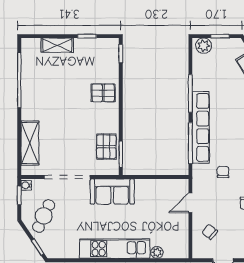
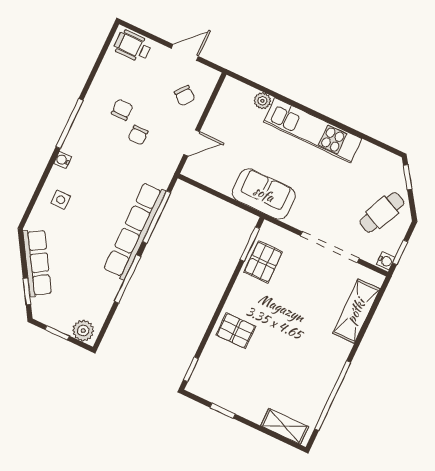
shelving: (57, 45) -> (285, 426), moved
chair: (223, 172) -> (138, 135), moved
sofa: (112, 192) -> (264, 194), moved

